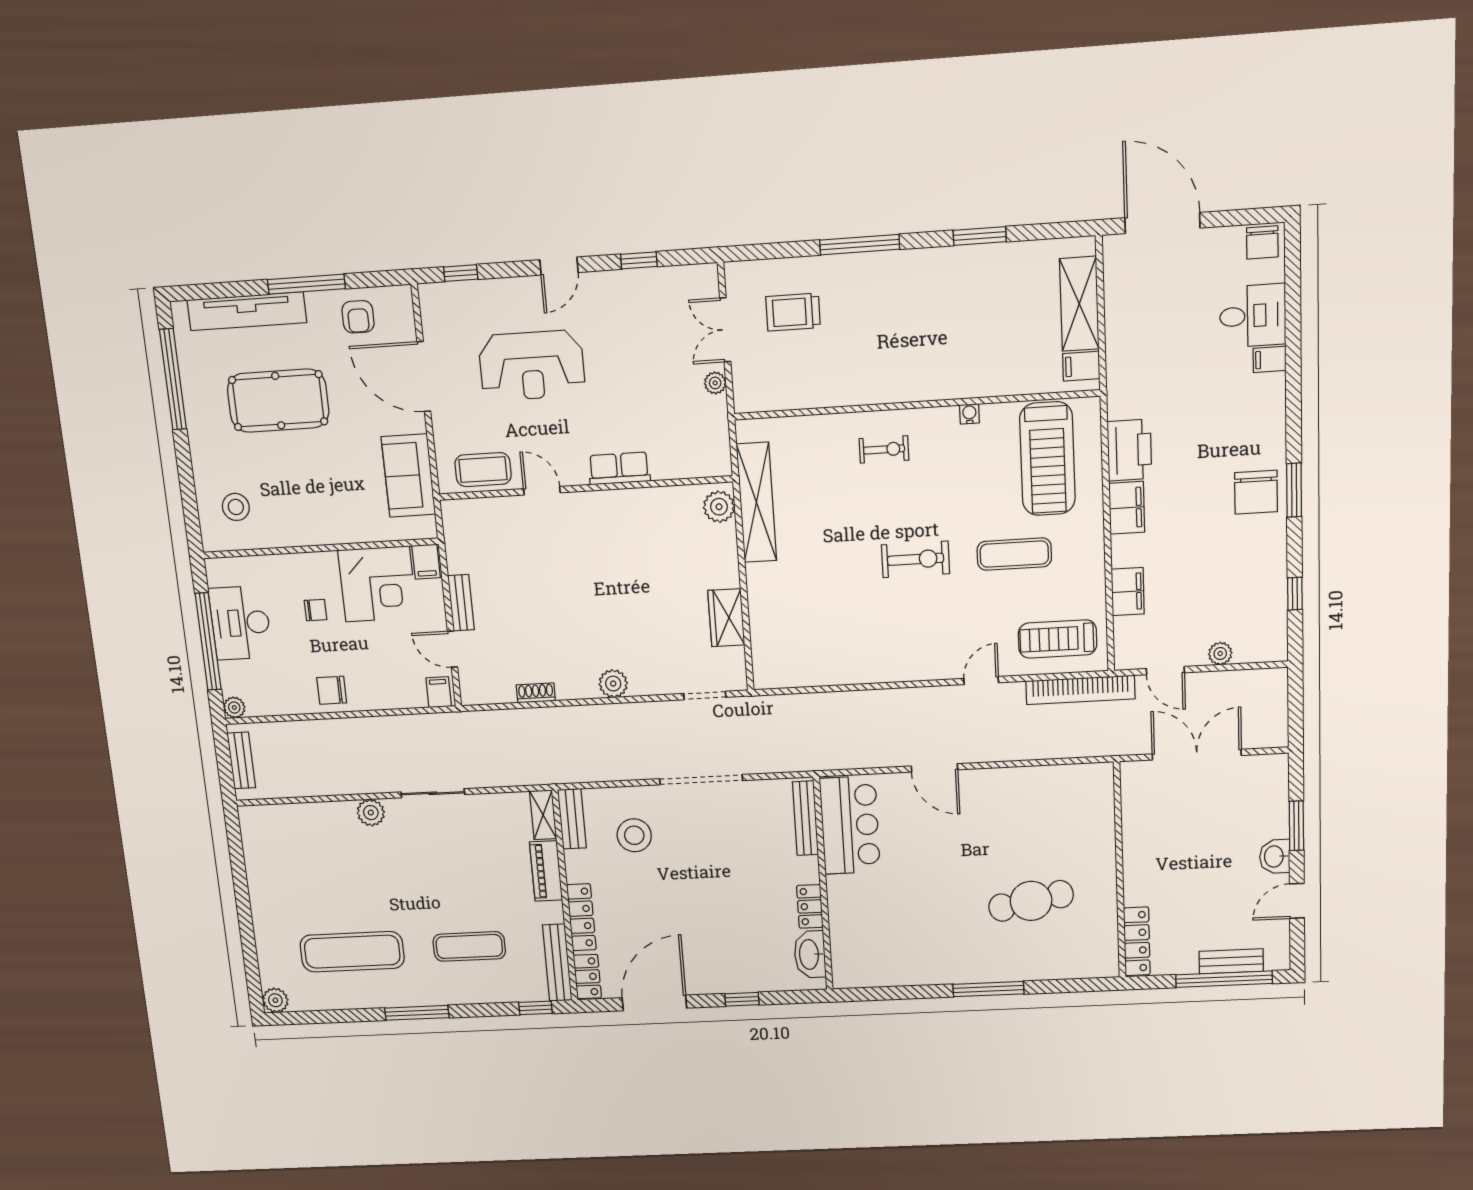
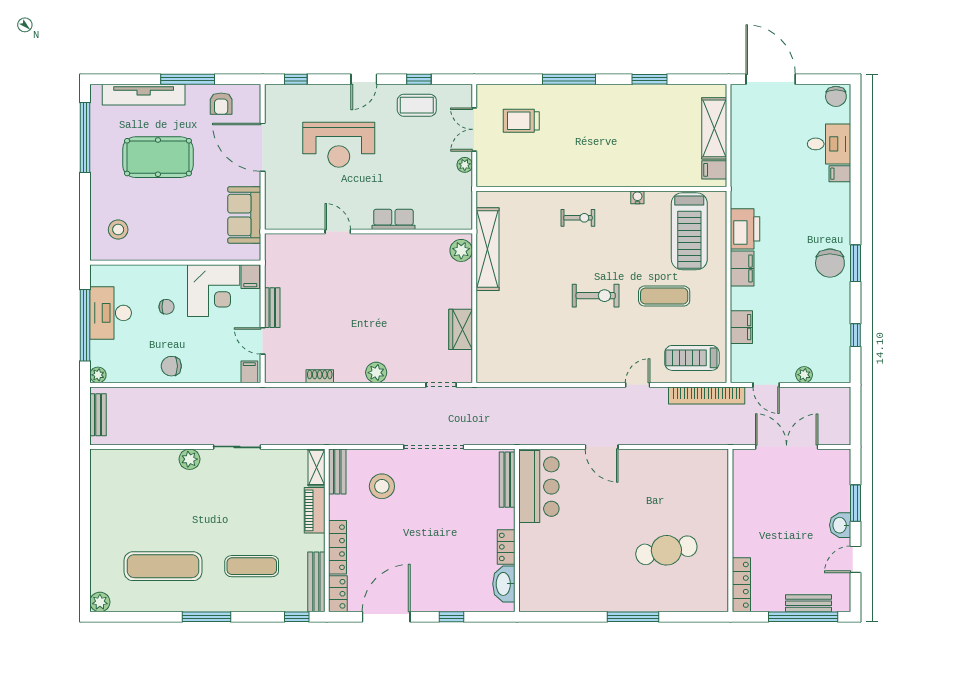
coffee table: (483, 470) -> (417, 105), moved

